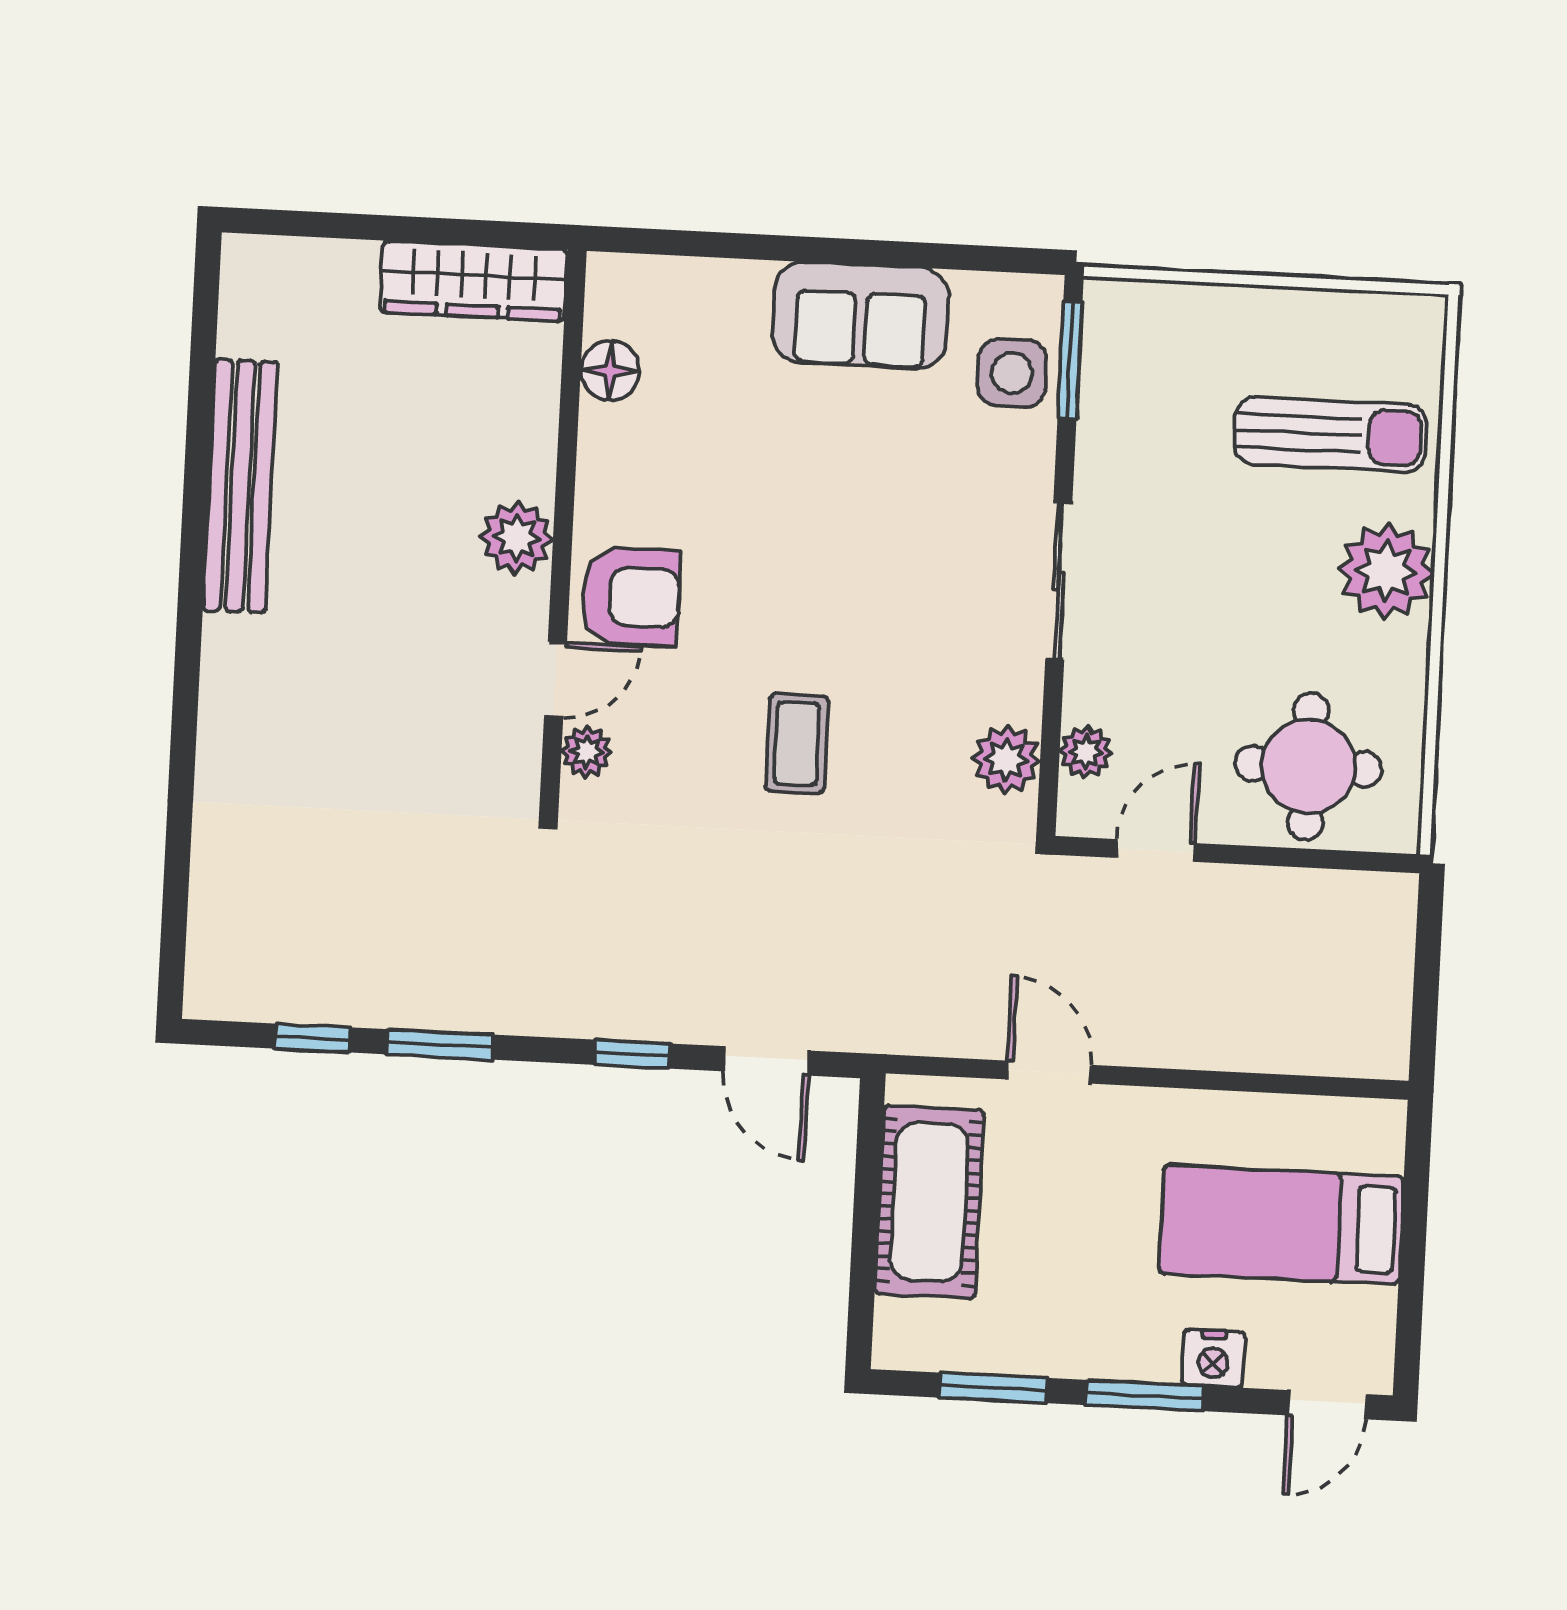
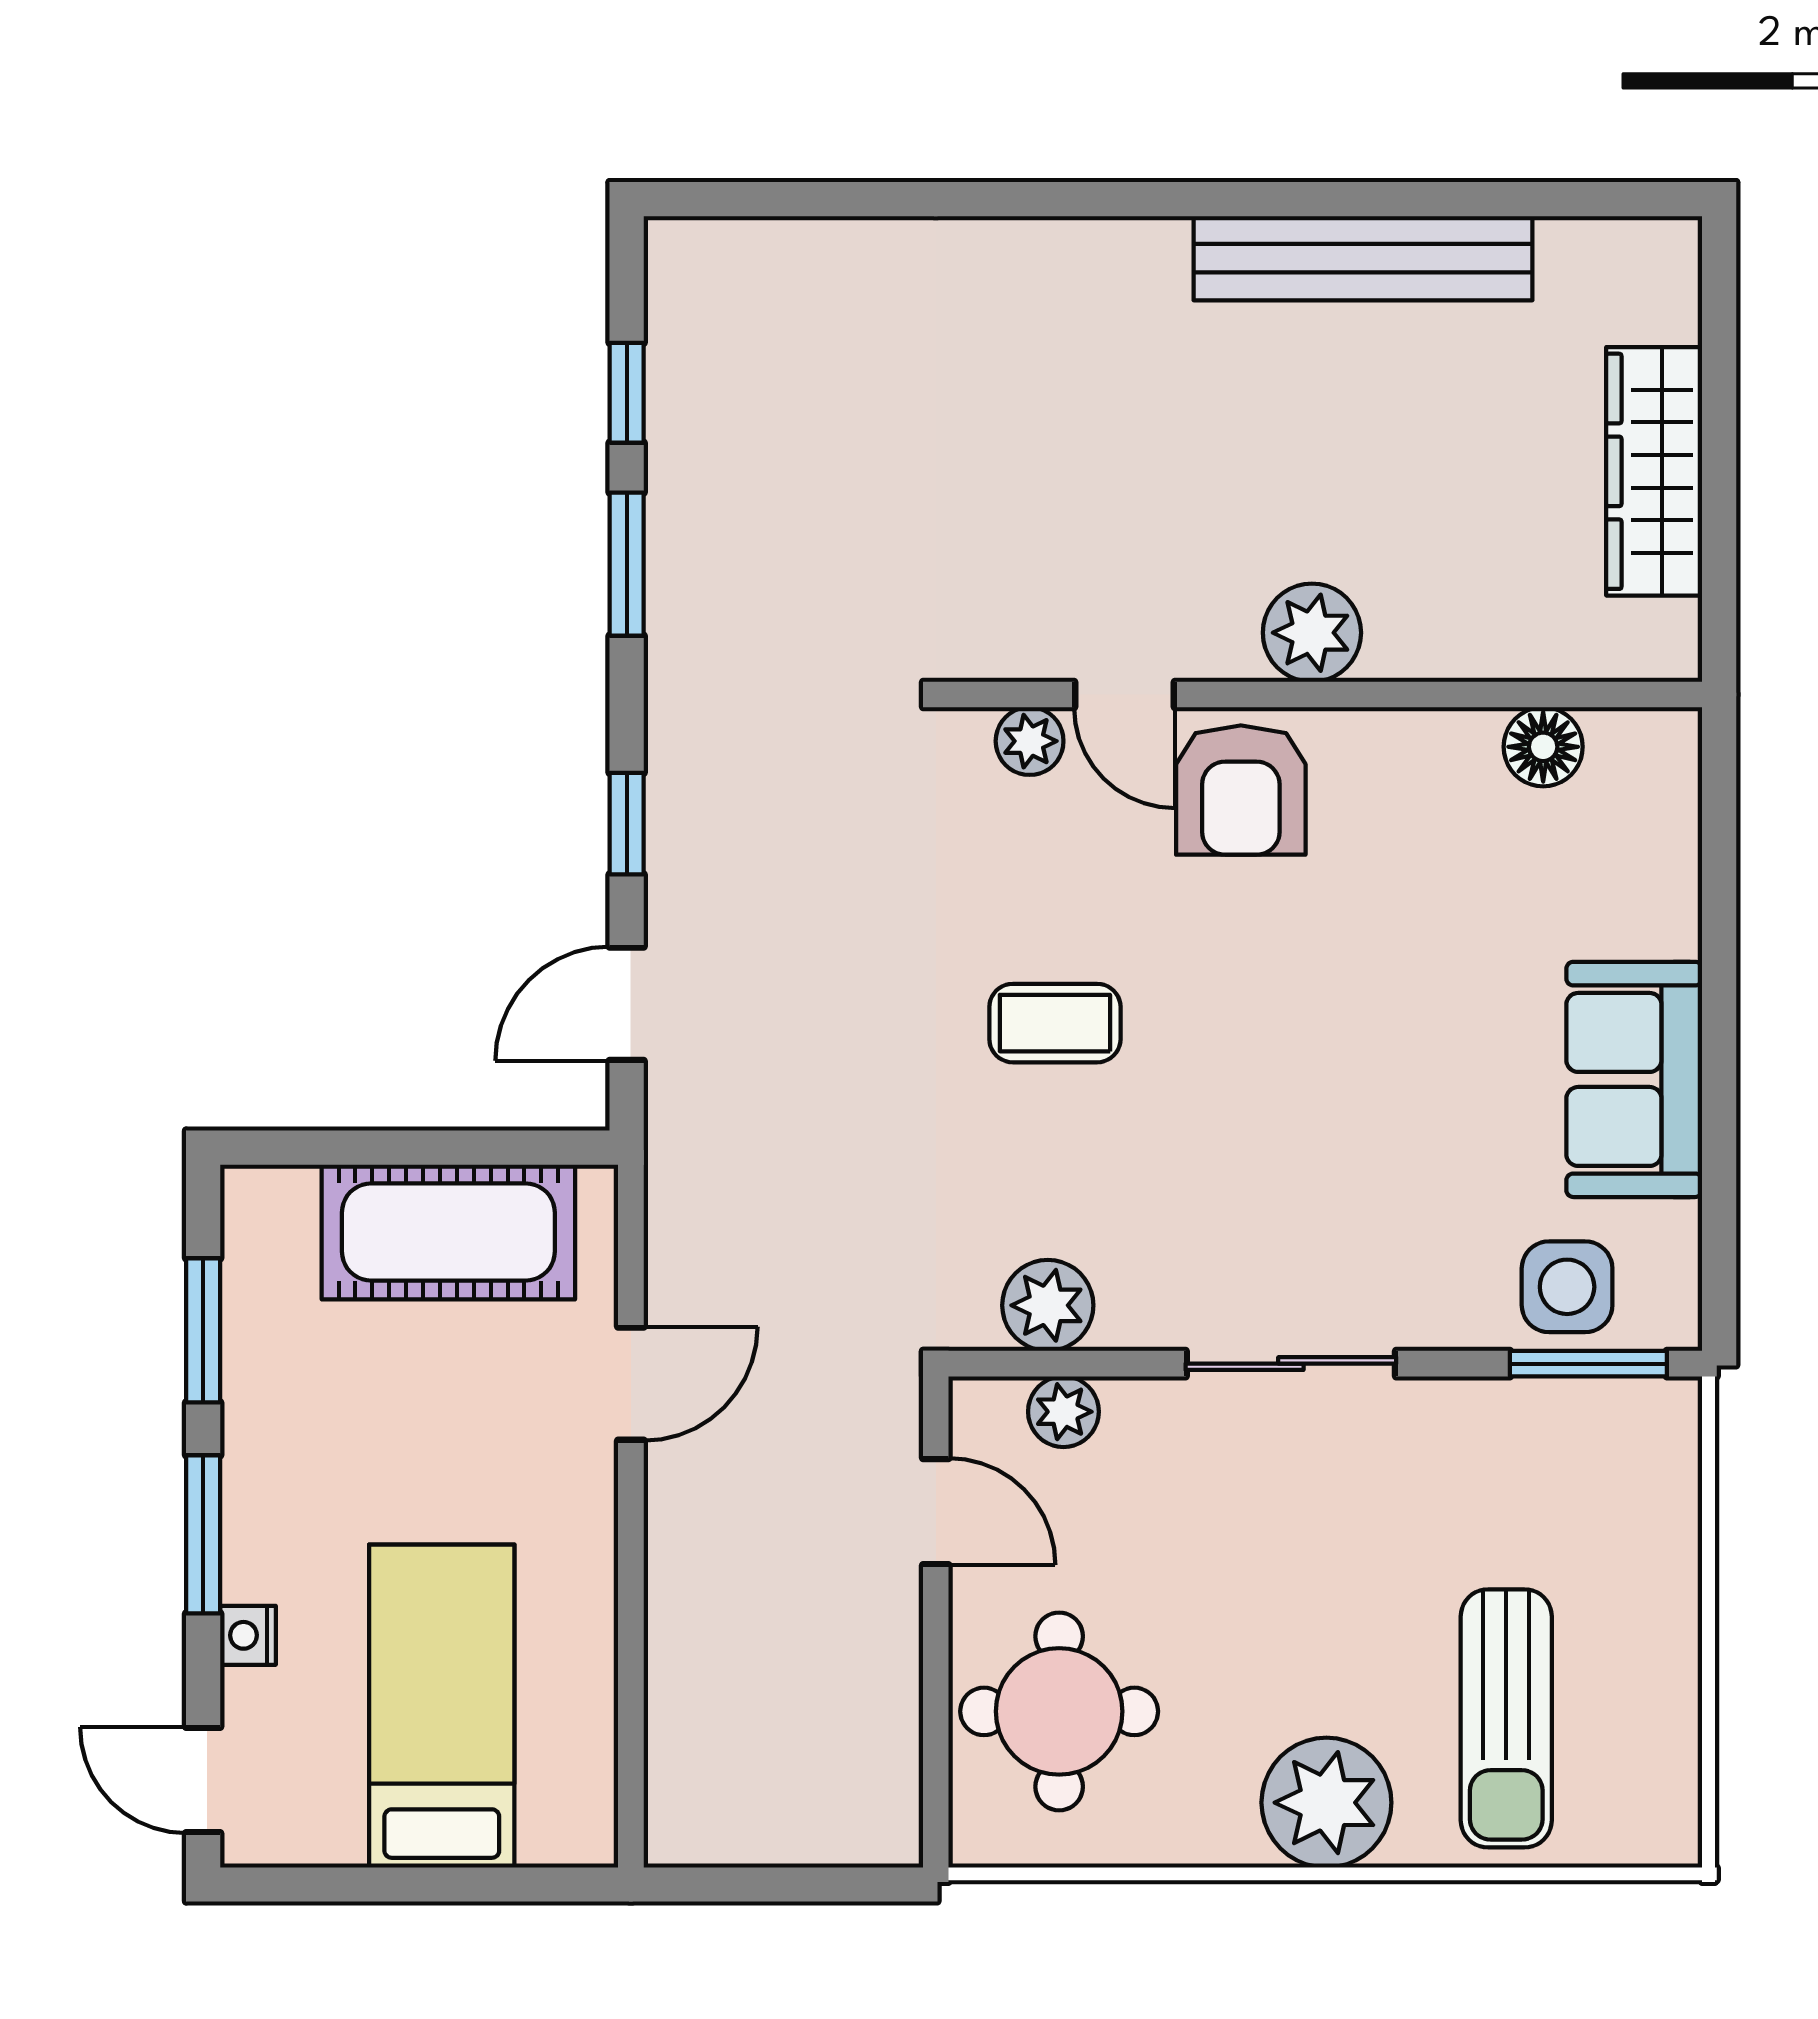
wardrobe: (474, 281) -> (1654, 471), moved
nightstand: (1213, 1358) -> (248, 1635), width x0.72, depth x0.74

